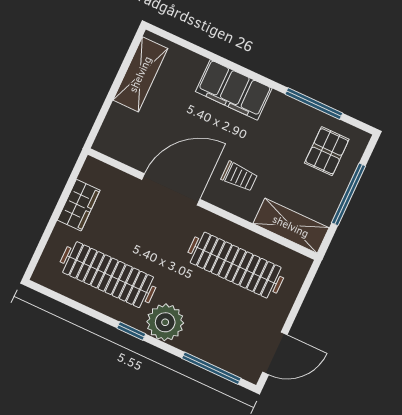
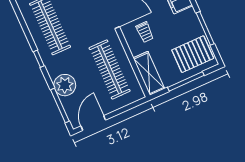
pallet: (327, 151) -> (193, 54), width x1.50, depth x1.42
plant: (165, 322) -> (65, 85), moved
door: (275, 353) -> (93, 123), swing flipped

